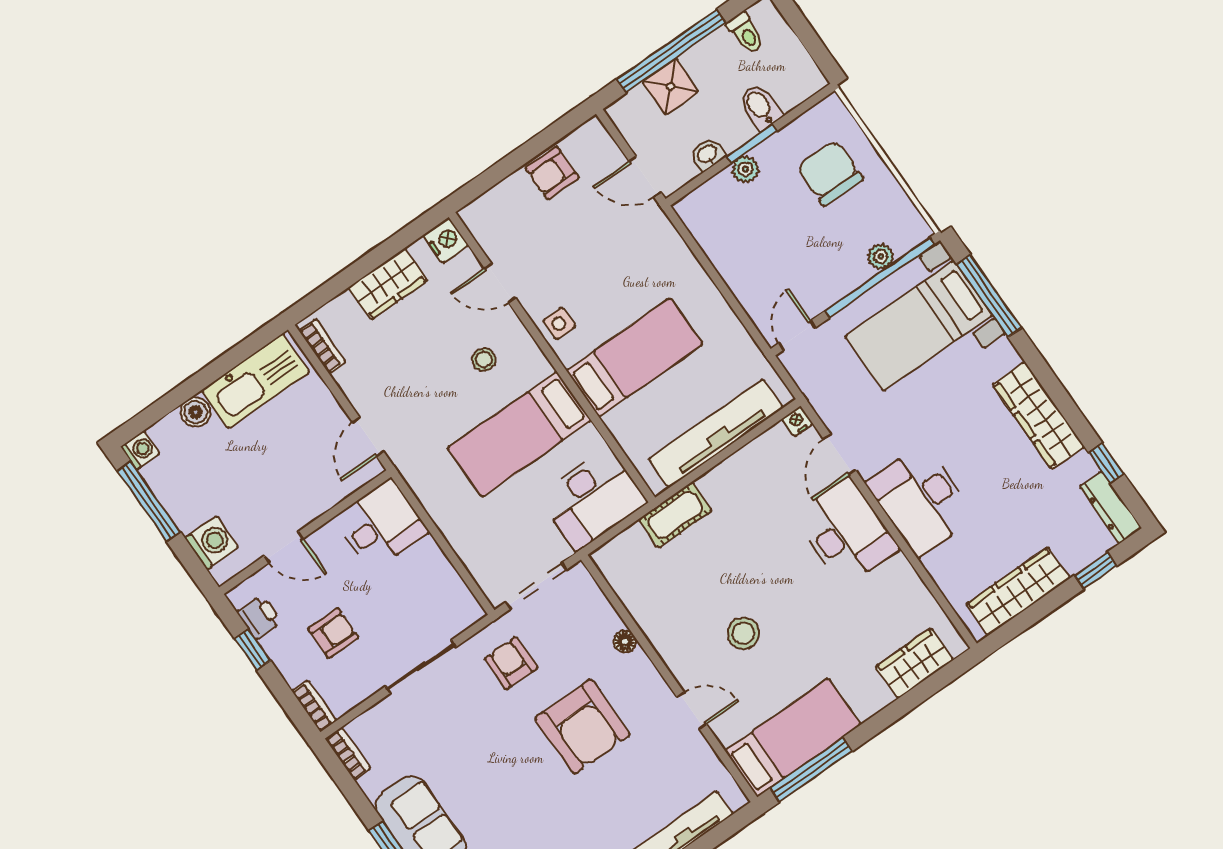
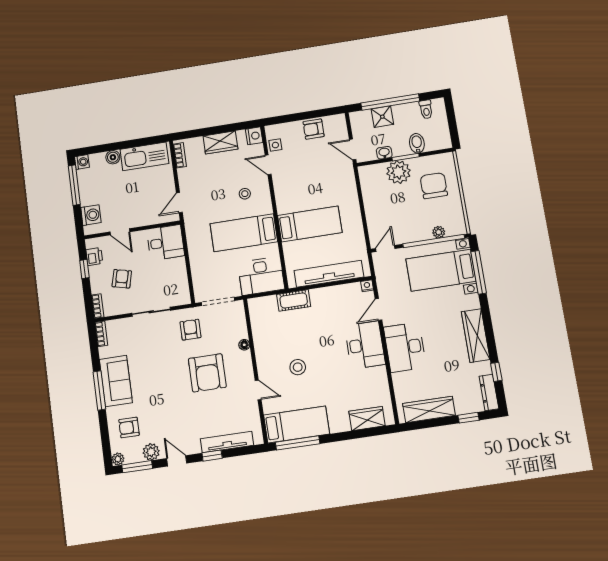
plant: (745, 169) -> (398, 172), width x1.87, depth x1.87
side table: (559, 323) -> (275, 145), moved
armchair: (333, 633) -> (122, 279), turned -76

